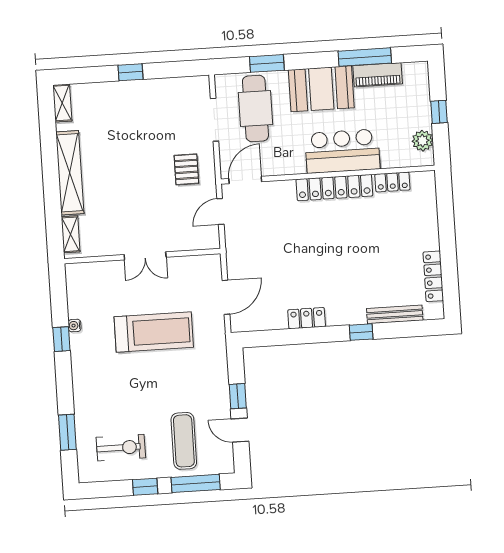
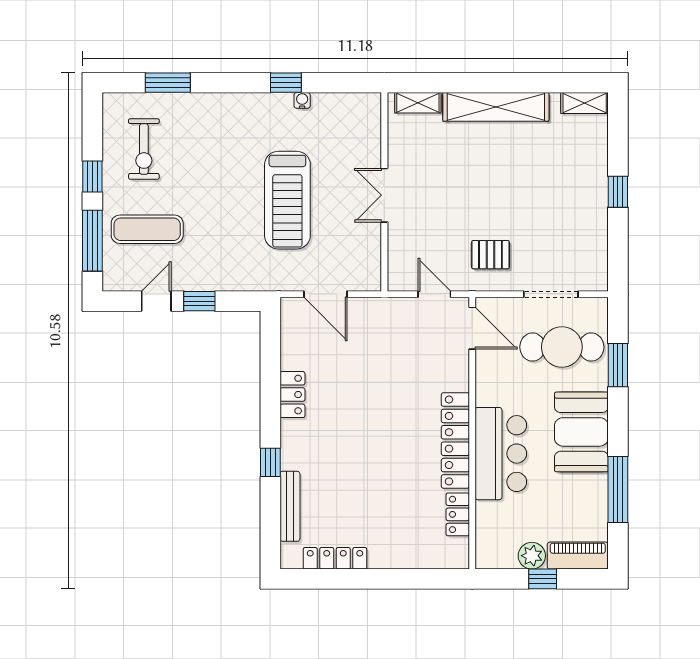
piano: (378, 75) -> (578, 556), moved, turned 90
plant: (422, 141) -> (532, 556), moved

